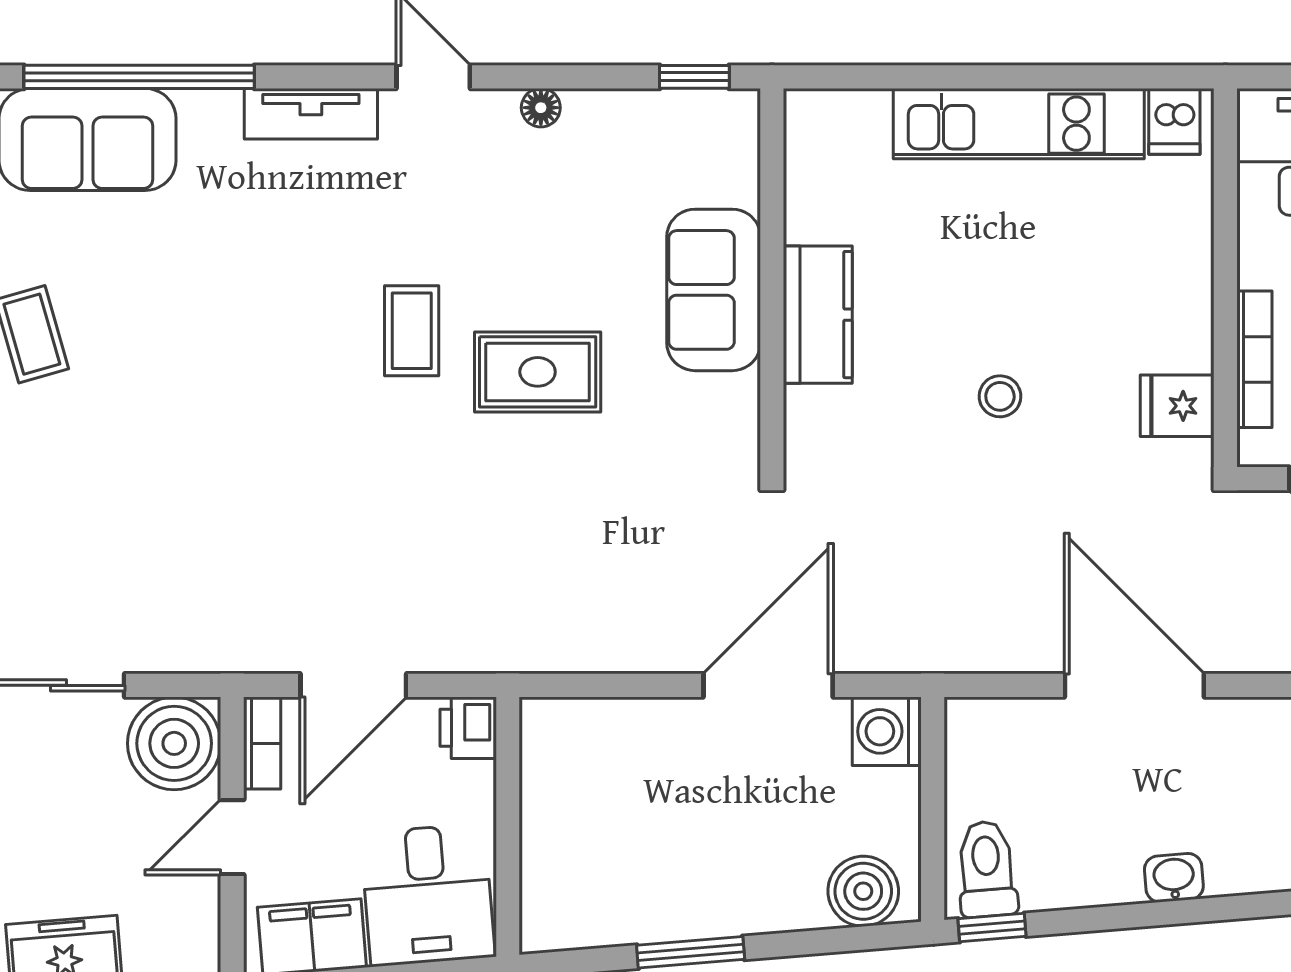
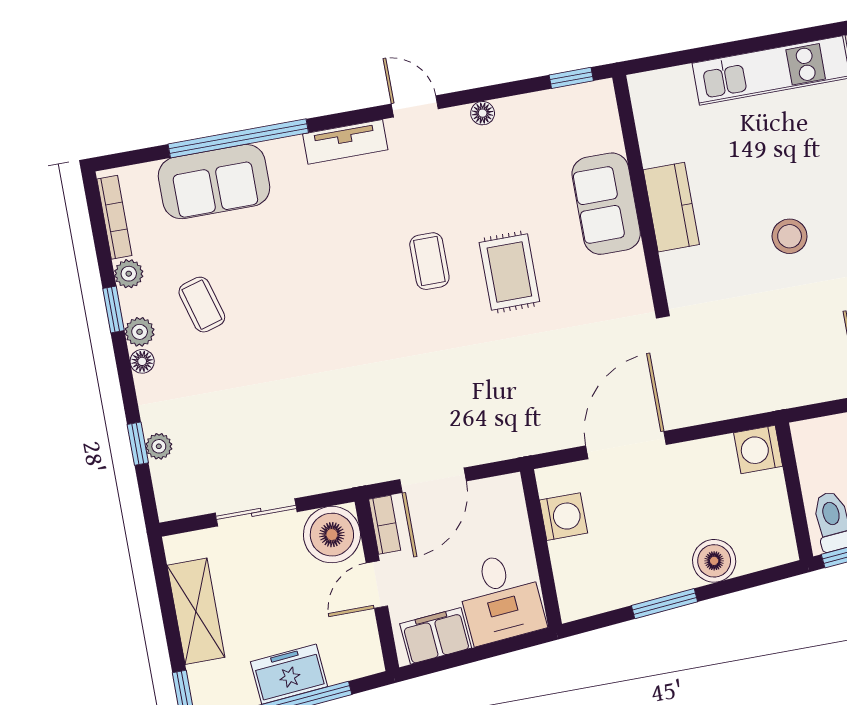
rug: (538, 372) -> (509, 272), turned 90
stool: (1000, 396) -> (790, 236), width x1.37, depth x1.37
door: (768, 685) -> (626, 445), moved
printer: (468, 728) -> (507, 493), removed
washing machine: (553, 782) -> (564, 517), added
boiler: (863, 891) -> (714, 561), moved

